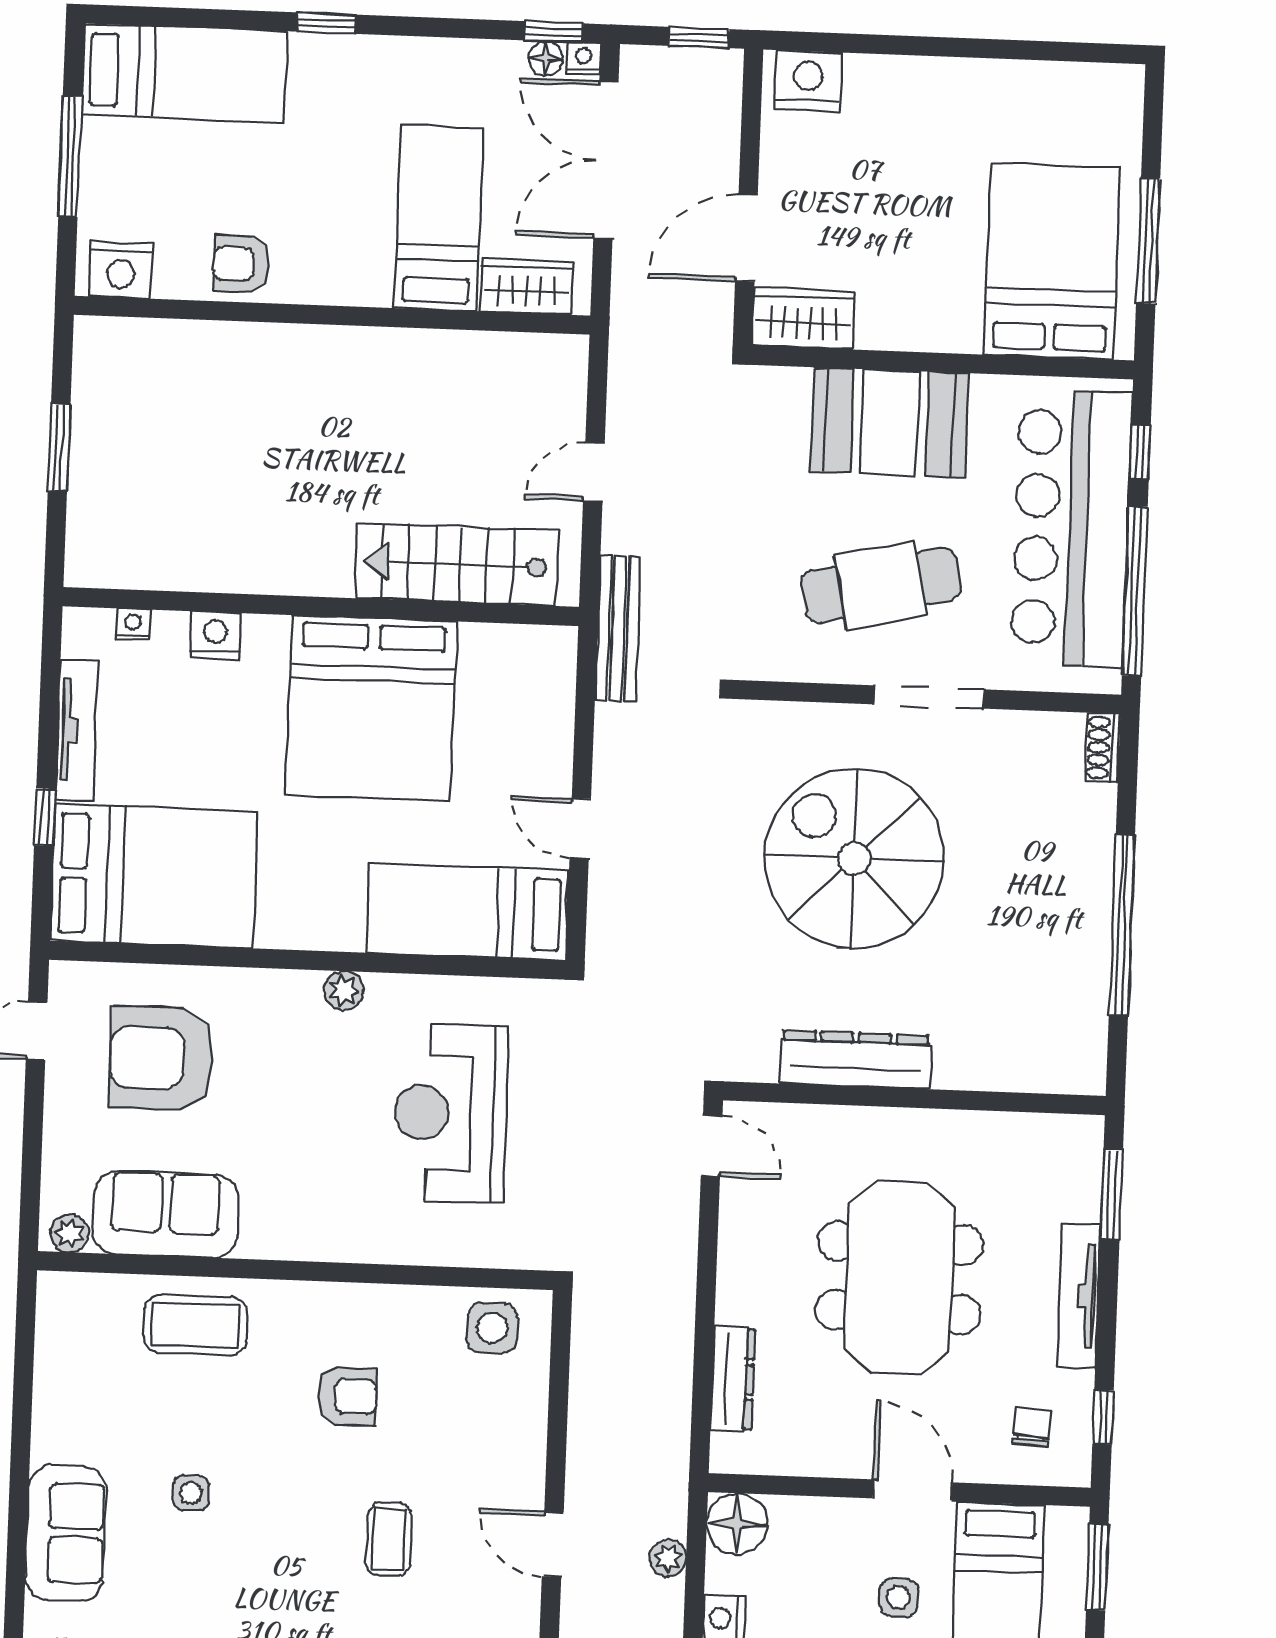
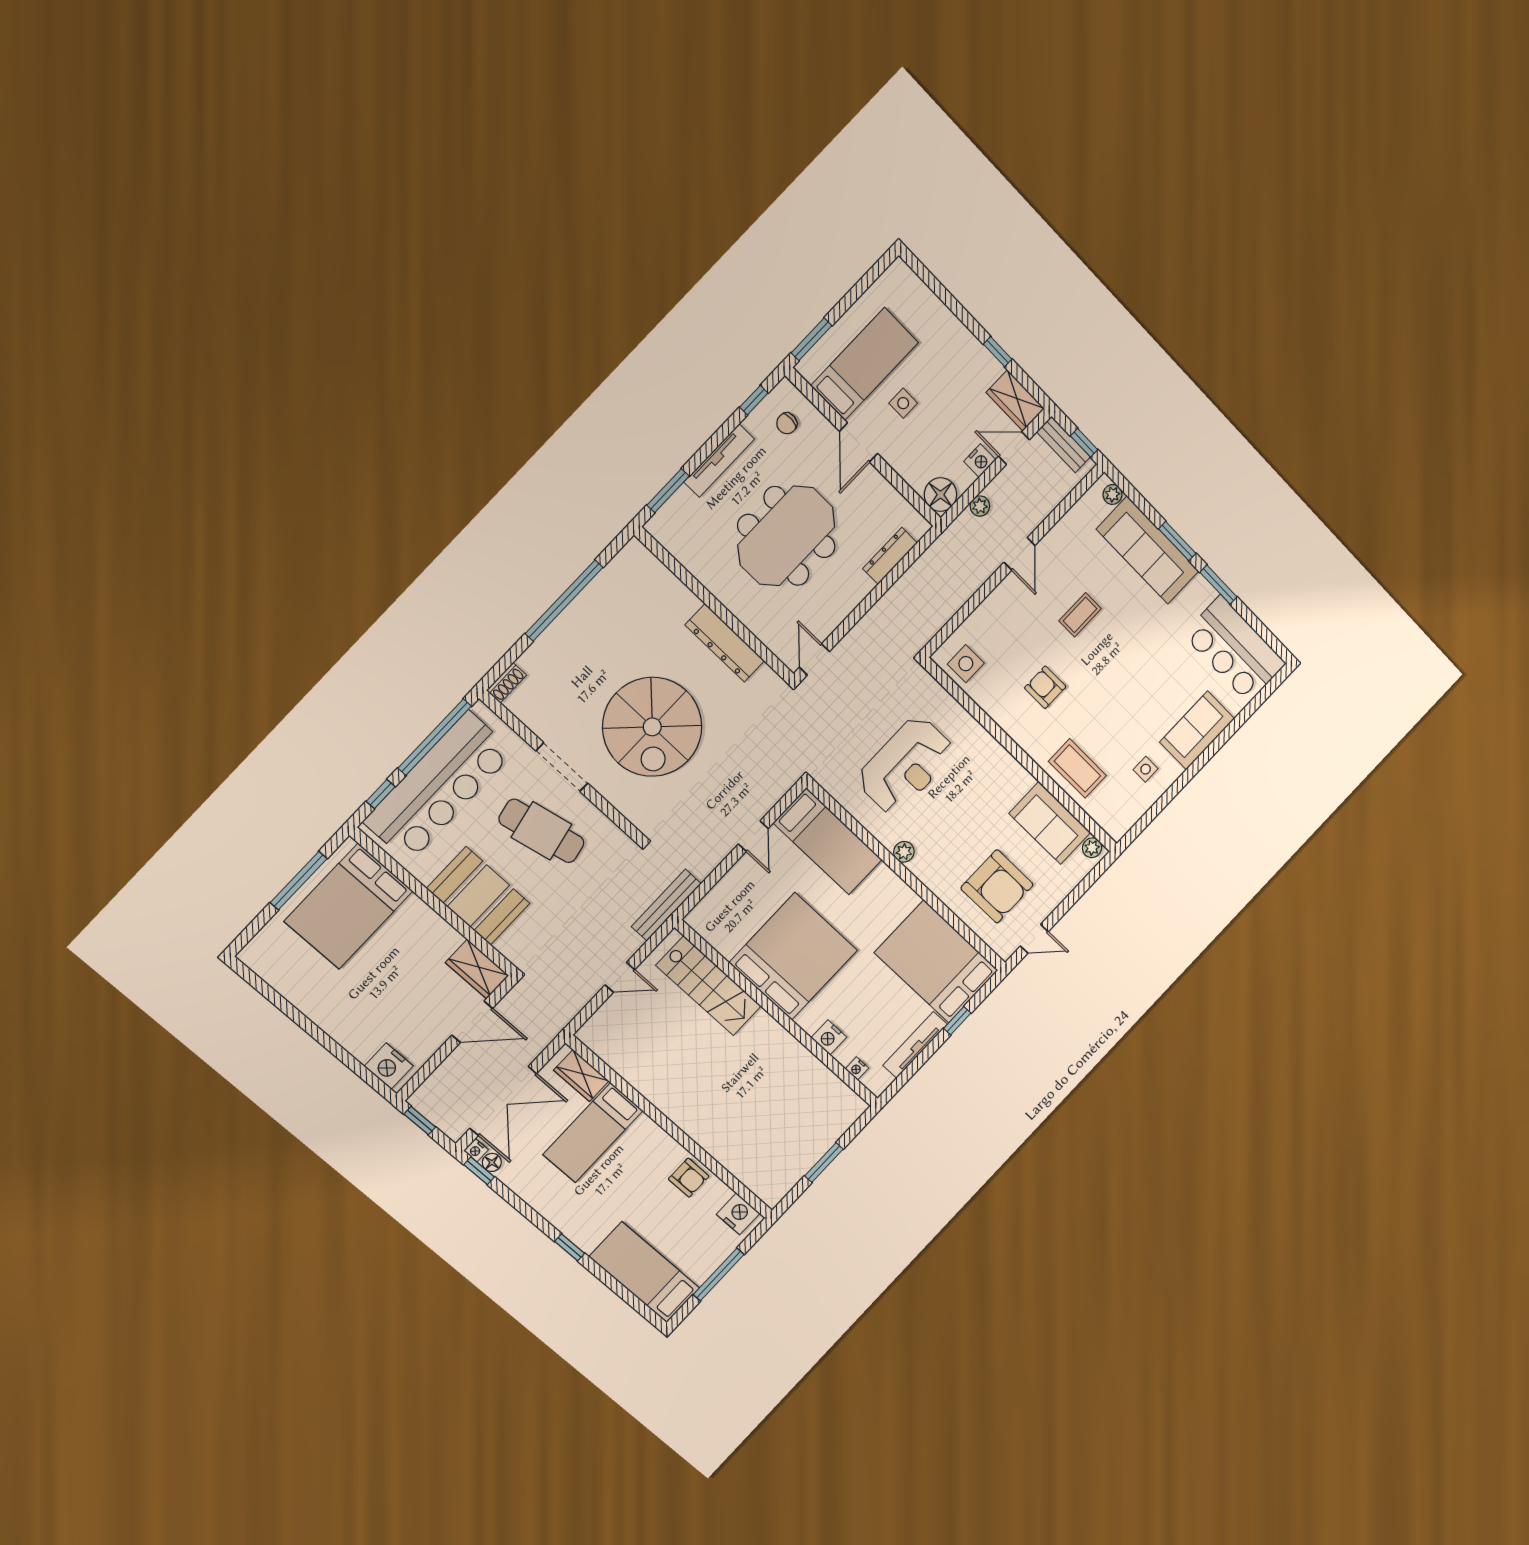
side table: (191, 1493) -> (1146, 769), moved

